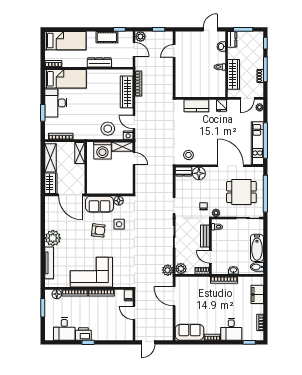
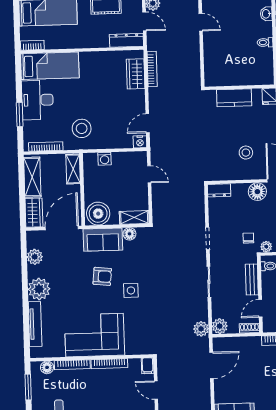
door: (174, 51) -> (201, 22), swing flipped
dresser: (99, 62) -> (126, 40), moved
wardrobe: (127, 92) -> (136, 74), width x0.67
door: (134, 122) -> (148, 123), hinge flipped
stool: (108, 129) -> (82, 128), moved
shelving: (122, 147) -> (134, 217), moved
washing machine: (102, 150) -> (105, 159), width x0.53, depth x0.53
stool: (188, 155) -> (246, 153), moved
floor lamp: (199, 173) -> (257, 192), moved
boiler: (97, 185) -> (98, 214), added
door: (70, 195) -> (62, 228), swing flipped
plant: (50, 215) -> (35, 257), added
side table: (119, 224) -> (131, 290), moved
door: (210, 257) -> (260, 308), hinge flipped
door: (174, 296) -> (211, 365), swing flipped

